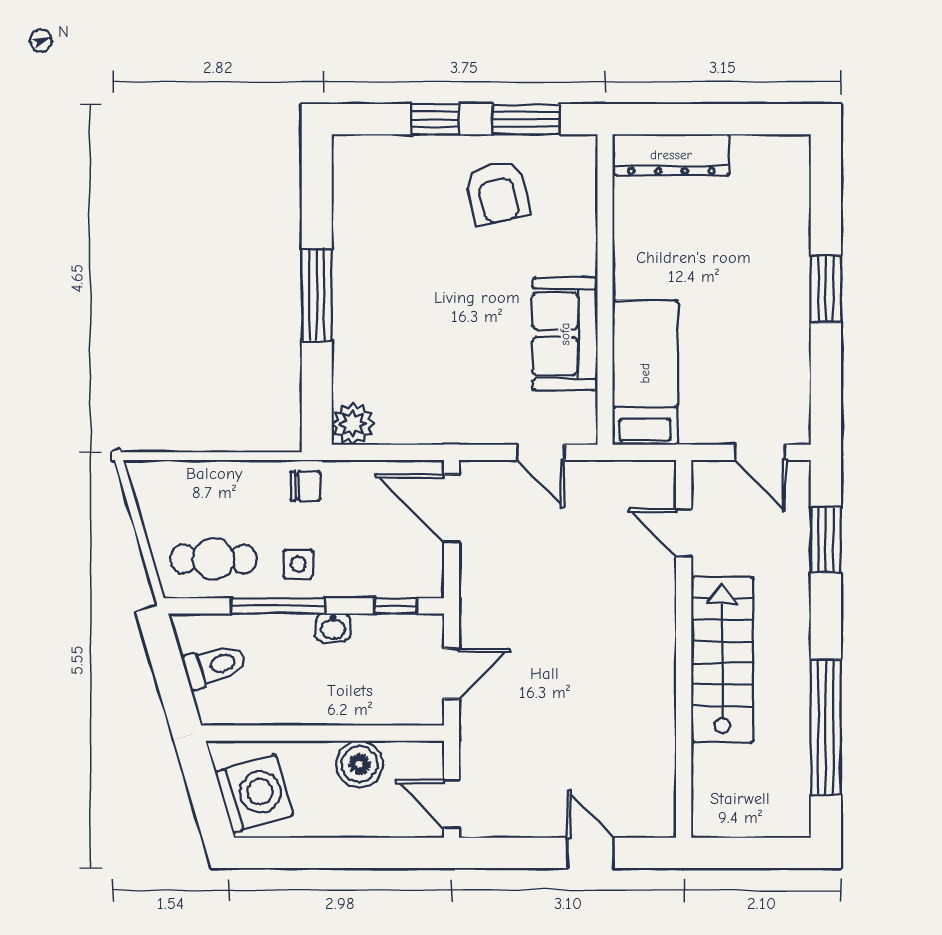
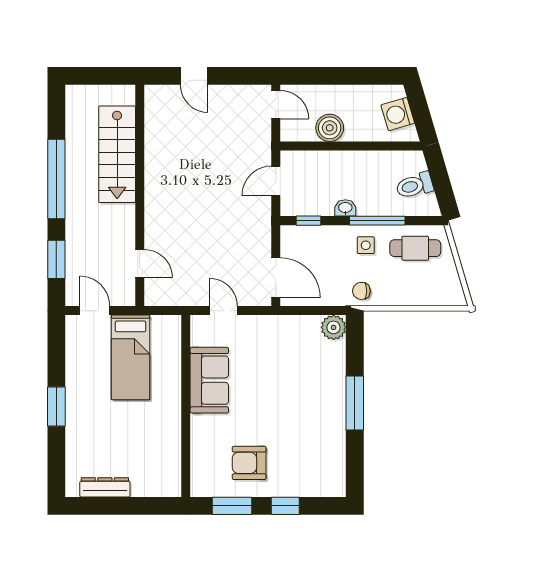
dresser: (671, 155) -> (105, 487), moved, width x0.73, depth x0.80
armchair: (497, 193) -> (249, 463), turned -77
bed: (645, 373) -> (131, 357), moved
stairs: (722, 660) -> (117, 154), moved
window: (826, 727) -> (56, 179), moved
washing machine: (254, 794) -> (398, 114), width x0.73, depth x0.73

